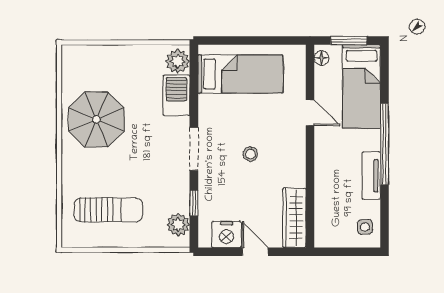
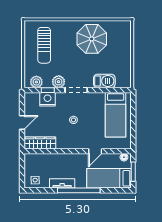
plant: (178, 61) -> (59, 82), moved
nightstand: (226, 234) -> (47, 99), moved, turned 90

